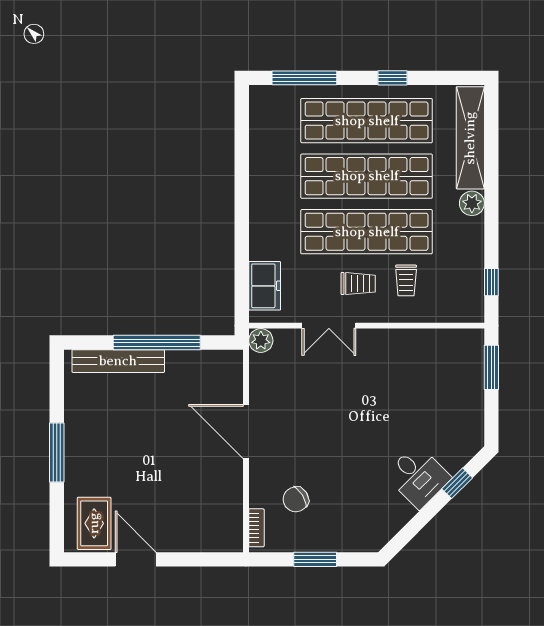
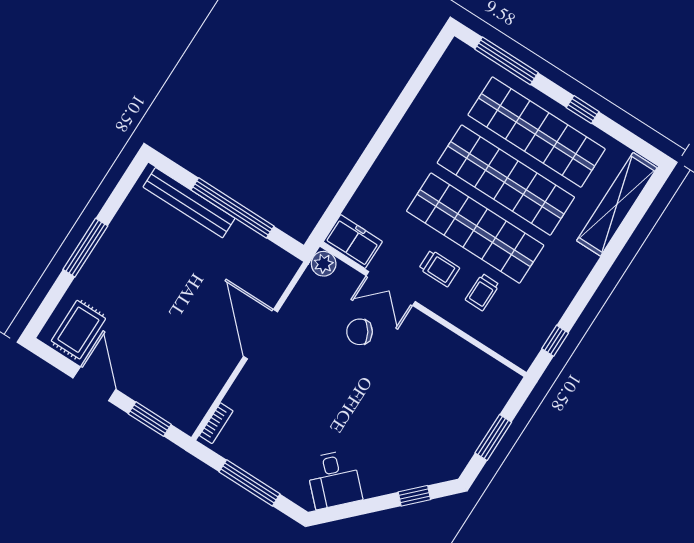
plant: (472, 203) -> (582, 262), removed
freezer: (265, 286) -> (353, 242), moved, turned -90
window: (491, 367) -> (493, 437), moved
desk: (418, 476) -> (334, 479), moved
chair: (296, 499) -> (360, 332), moved
window: (200, 559) -> (150, 419), added
window: (315, 559) -> (250, 483), width x1.44

